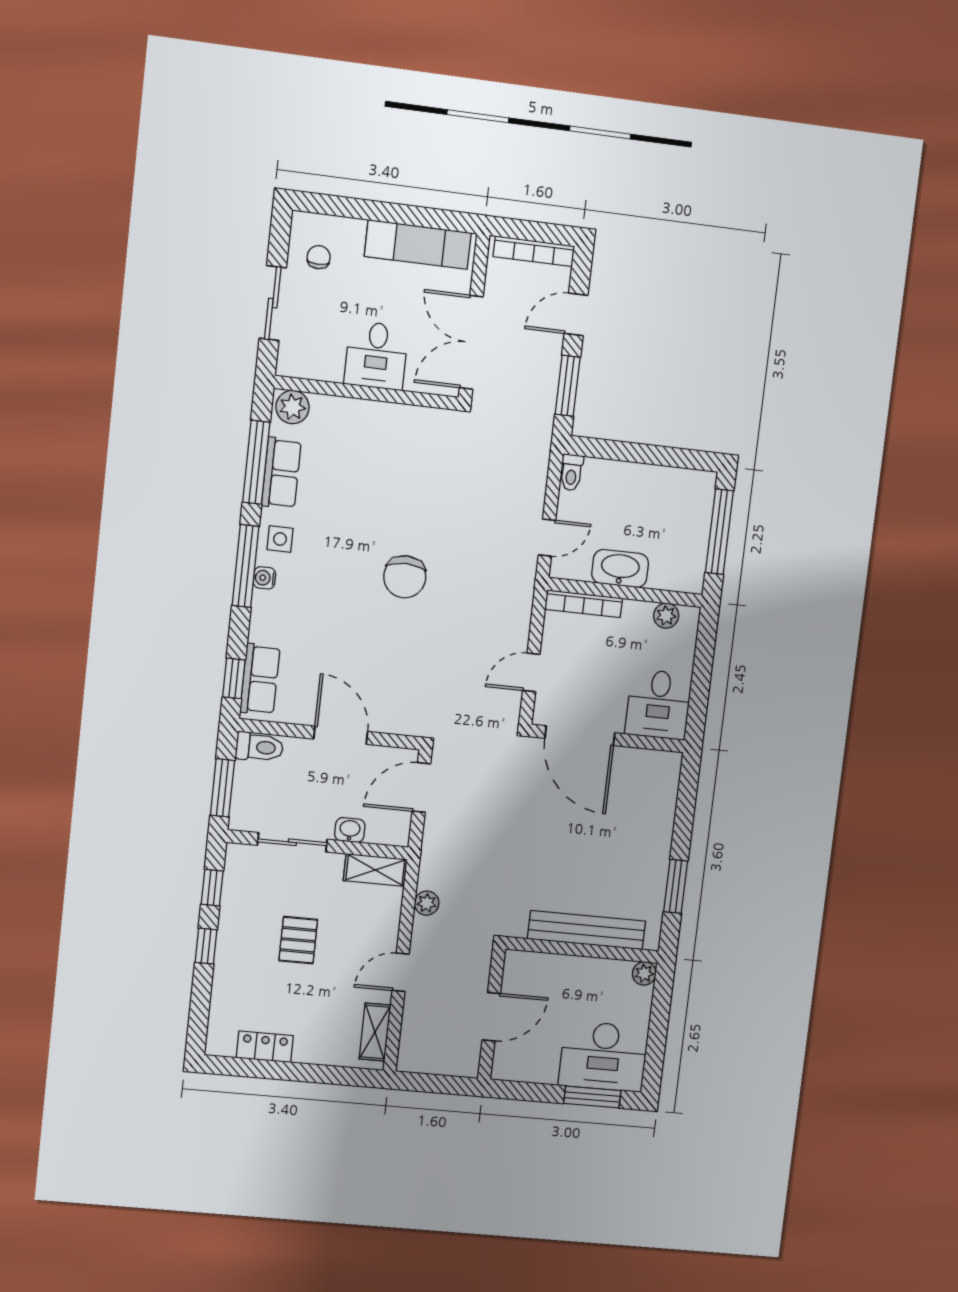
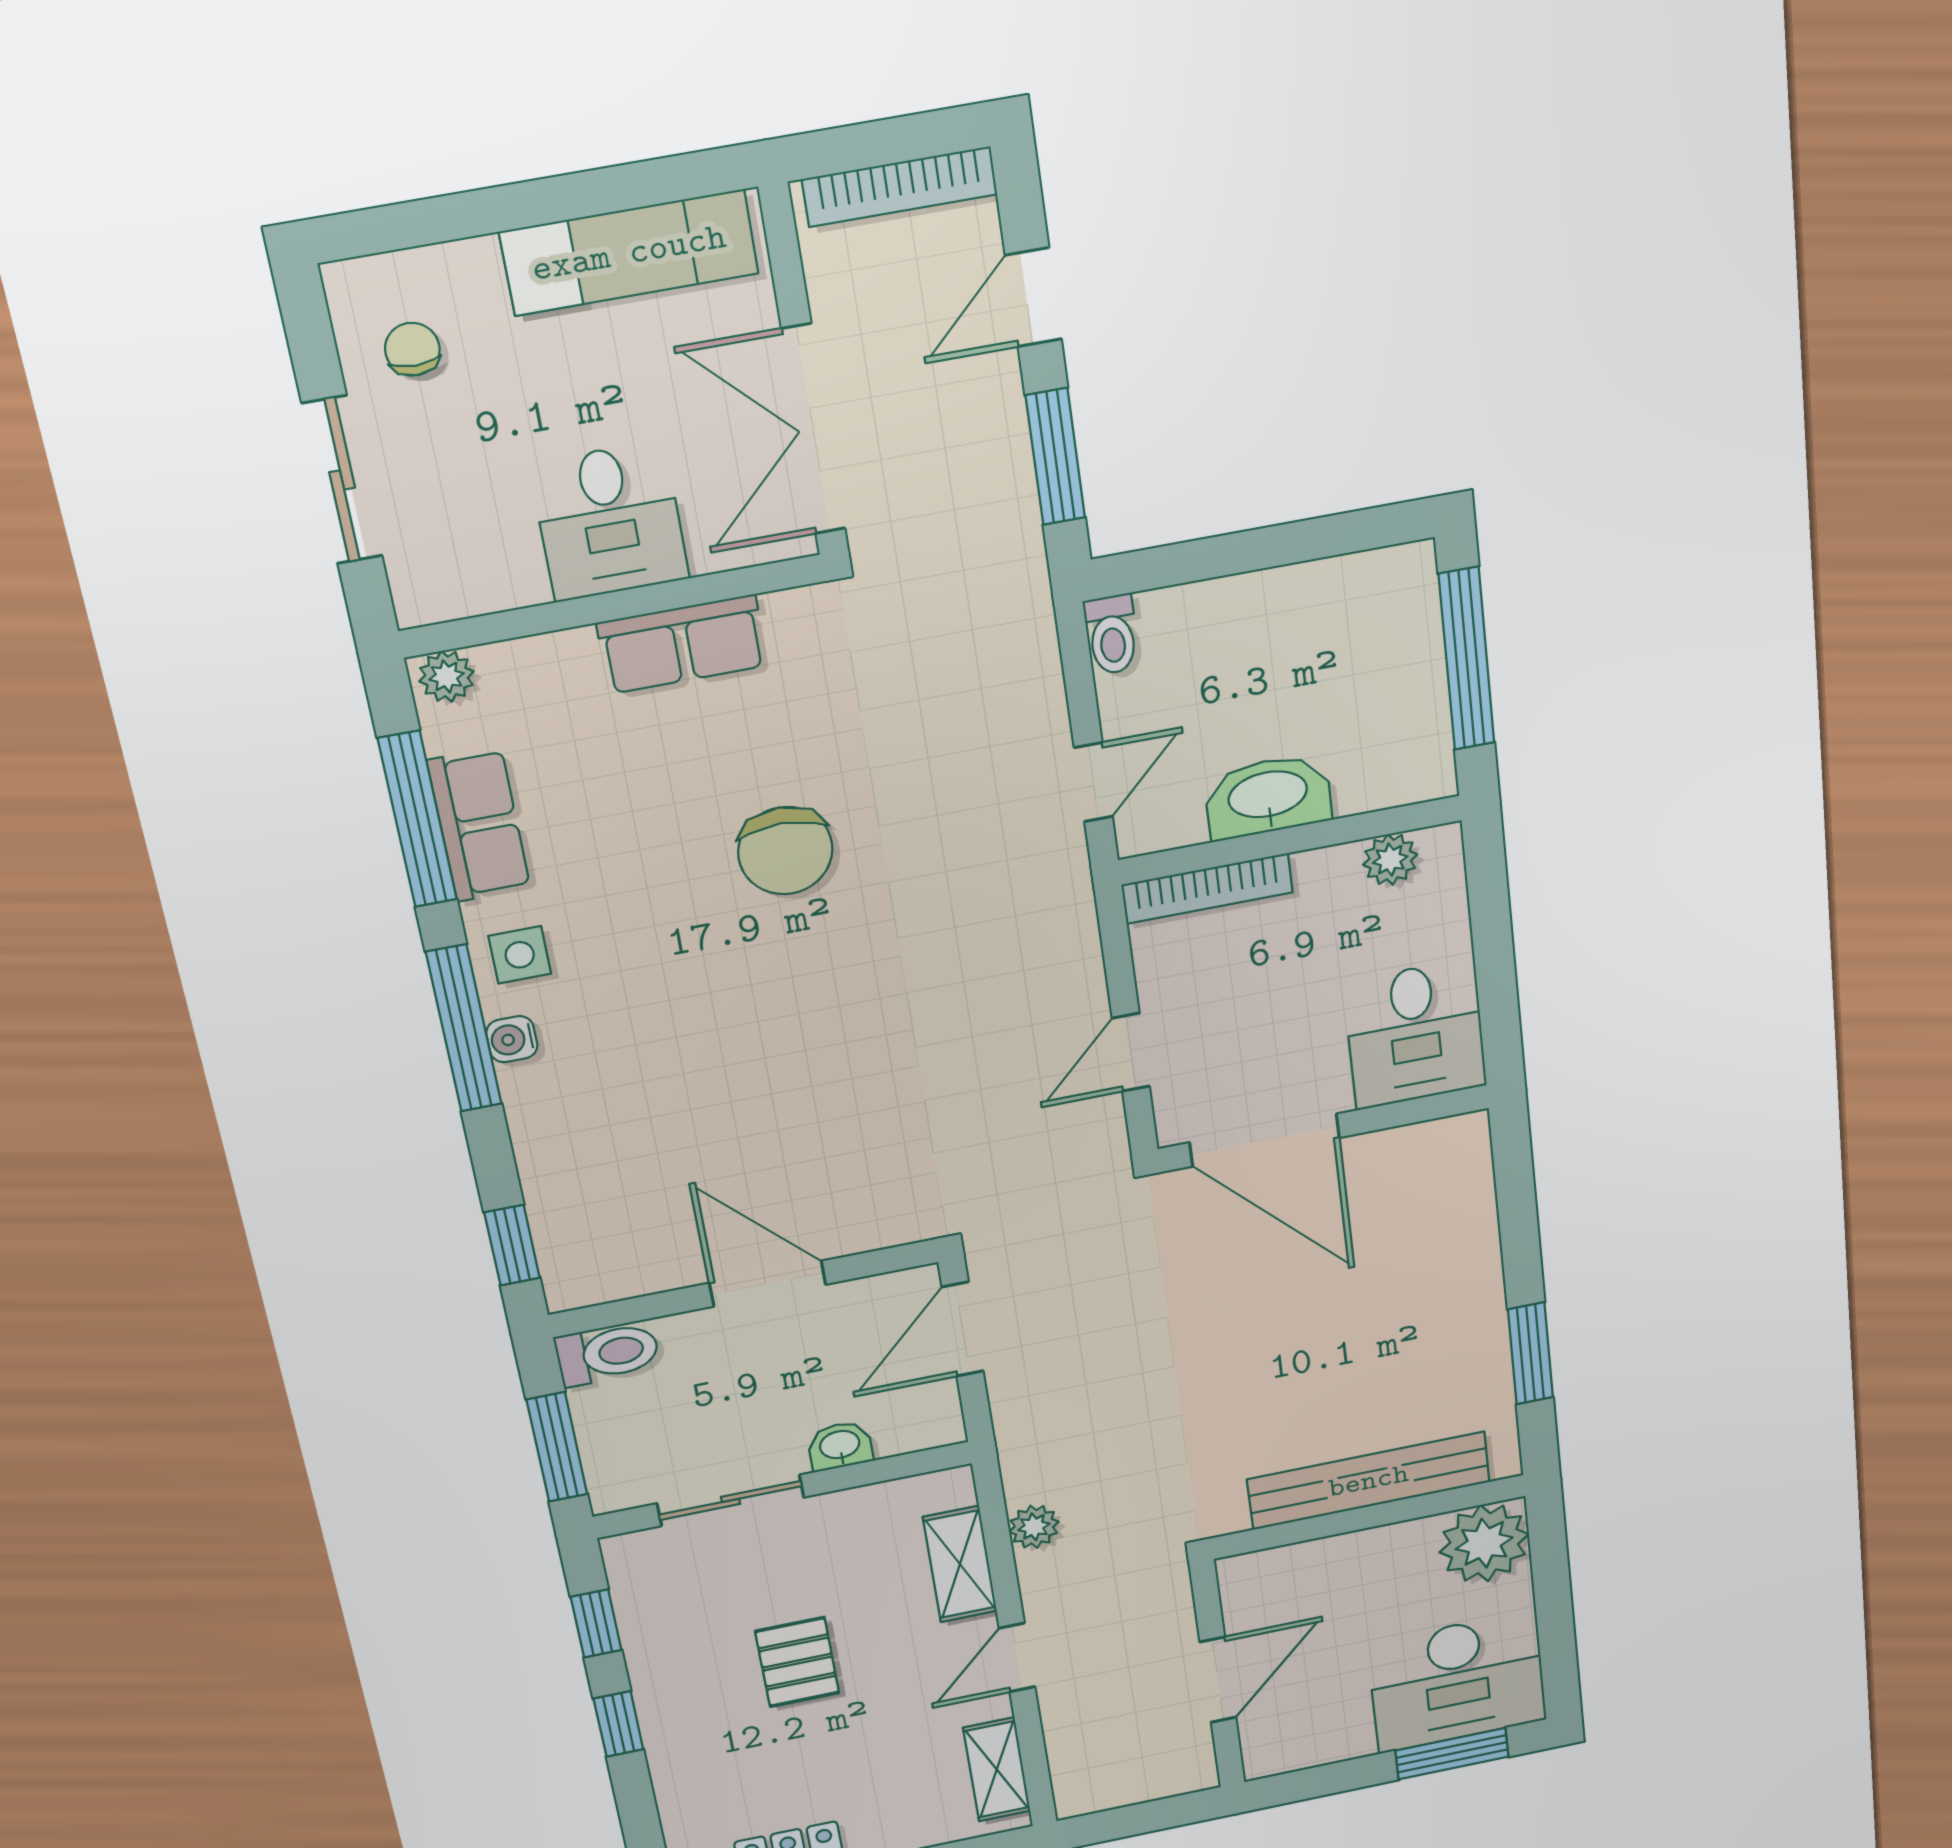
plant: (292, 407) -> (446, 676), width x0.73, depth x0.73
chair: (405, 577) -> (785, 851), moved
row of seats: (260, 679) -> (682, 644), moved, turned 90
shelving: (375, 870) -> (960, 1564), moved, turned 90
plant: (644, 973) -> (1484, 1543), width x1.88, depth x1.88

